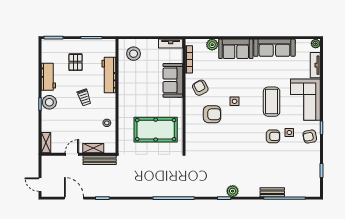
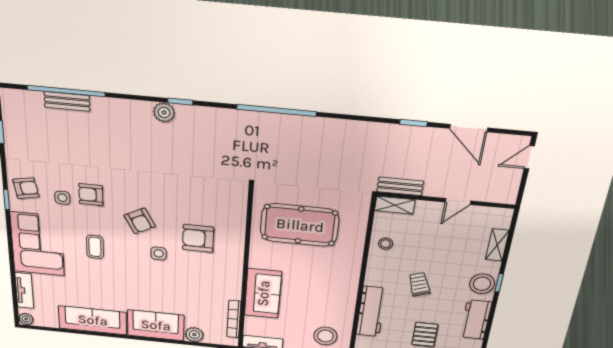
armchair: (200, 88) -> (140, 221), moved
coffee table: (272, 102) -> (95, 247), width x0.54, depth x0.58
shelving: (46, 143) -> (497, 245), moved
shelving: (93, 148) -> (395, 205), moved
bench: (100, 160) -> (400, 186), width x0.73
door: (40, 185) -> (529, 157), swing flipped
bench: (272, 192) -> (67, 101), moved

